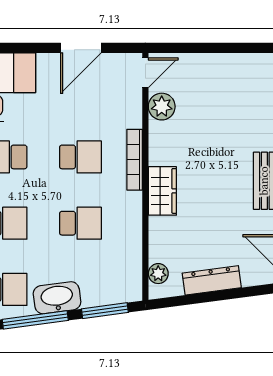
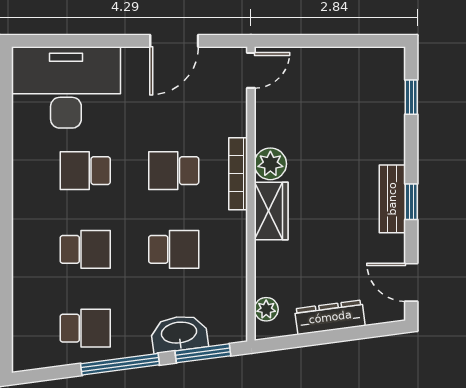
plant: (162, 107) -> (270, 164), moved
school desk: (80, 157) -> (174, 171), turned 180
washbasin: (57, 298) -> (179, 334), moved

